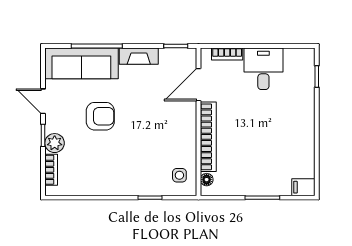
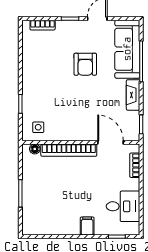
desk: (263, 69) -> (123, 206), moved
plant: (55, 143) -> (64, 28), removed
filing cabinet: (303, 187) -> (87, 226), moved

